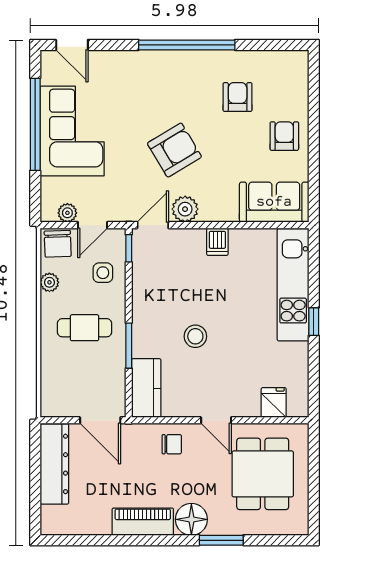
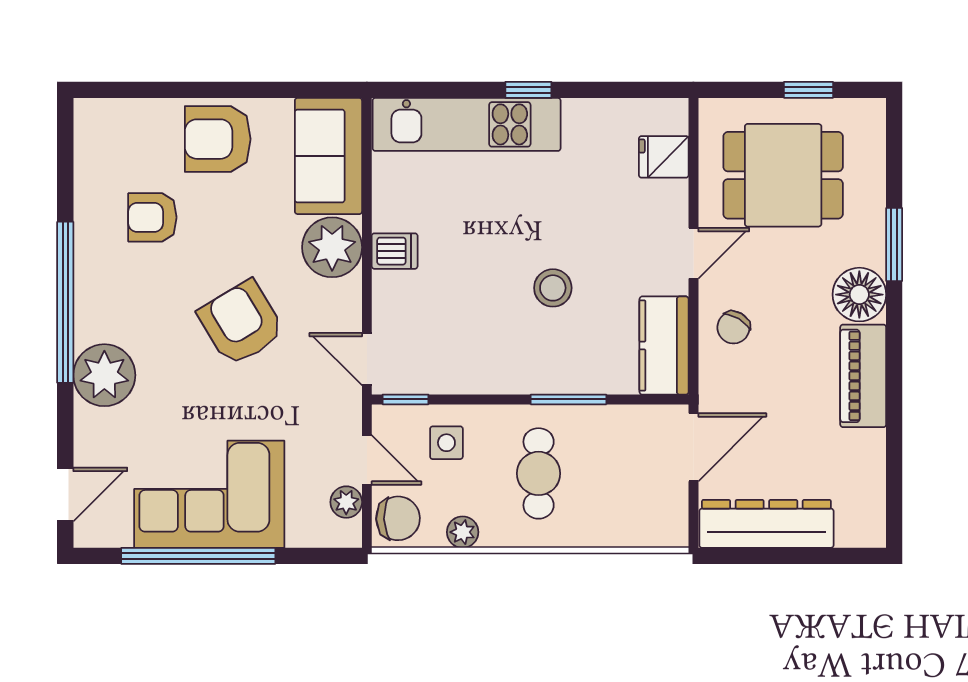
plant: (143, 68) -> (104, 375), added
armchair: (284, 136) -> (218, 139), width x1.38, depth x1.38
plant: (185, 209) -> (332, 247), moved, width x1.36, depth x1.36
kitchen counter: (146, 388) -> (664, 346), moved, turned -90
chair: (172, 444) -> (733, 327), turned -149
window: (314, 489) -> (809, 90), added

